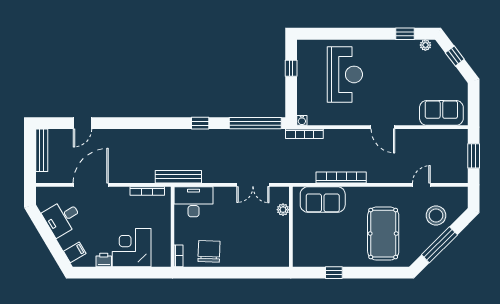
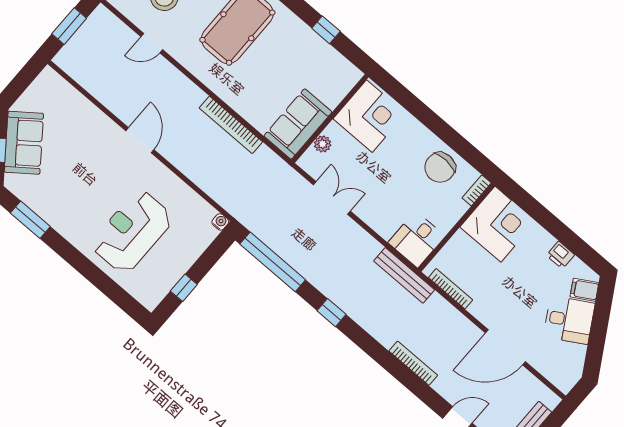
window: (405, 34) -> (30, 220), width x1.50
plant: (425, 45) -> (19, 189), removed
sofa: (441, 113) -> (24, 143), moved, turned -127
bookcase: (304, 134) -> (413, 363), moved
sofa: (323, 200) -> (298, 124), moved, turned -90
desk: (194, 202) -> (417, 239), width x0.73
desk: (62, 218) -> (569, 320), moved
corner desk: (271, 246) -> (369, 116), added
corner desk: (132, 248) -> (498, 224), moved, turned -90

